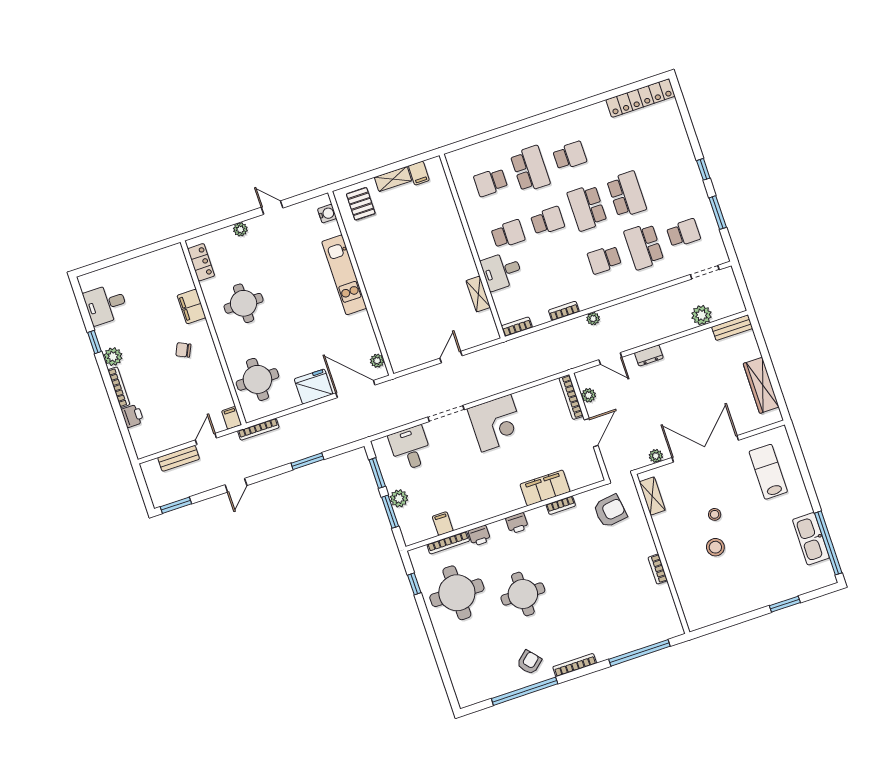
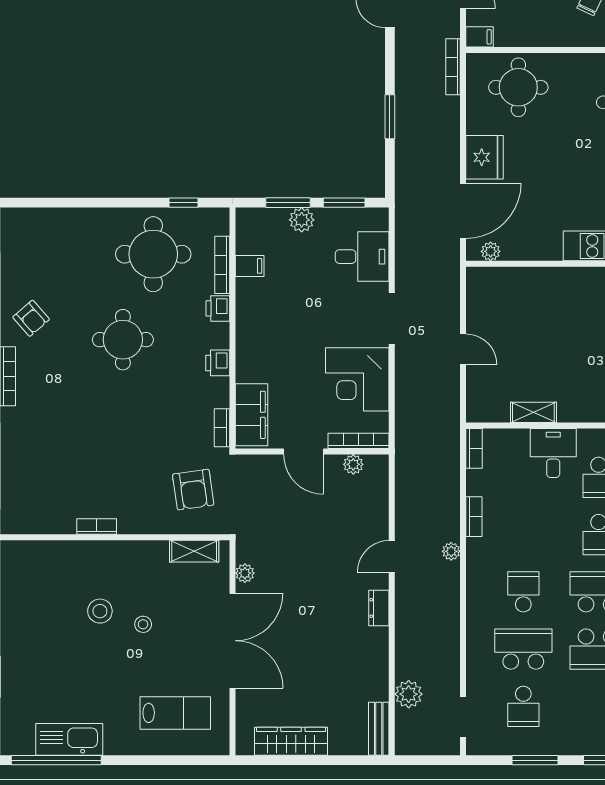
plant: (589, 395) -> (353, 464), moved
bookcase: (571, 397) -> (359, 441), moved
wall: (589, 427) -> (312, 452), moved
door: (591, 433) -> (303, 452), moved

